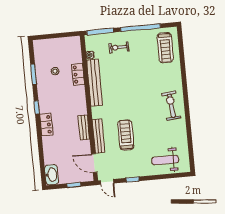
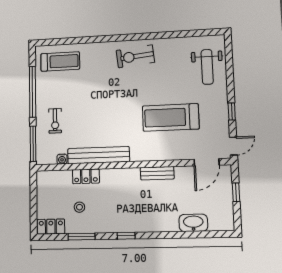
locker: (46, 125) -> (51, 227), moved
treadmill: (126, 135) -> (171, 117), width x1.37, depth x1.37
bench: (99, 136) -> (170, 154), removed
washbasin: (52, 175) -> (193, 223), moved

